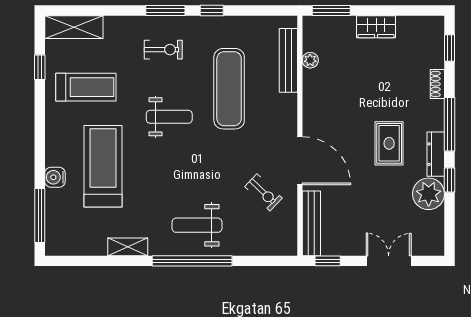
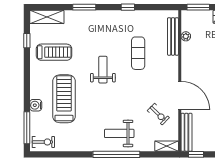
window: (165, 10) -> (84, 7), moved
exercise bike: (163, 50) -> (43, 142), moved
exercise mat: (229, 89) -> (138, 53), width x0.73, depth x0.69
weight bench: (169, 117) -> (103, 70), turned -90
shelving: (128, 247) -> (167, 146), moved

